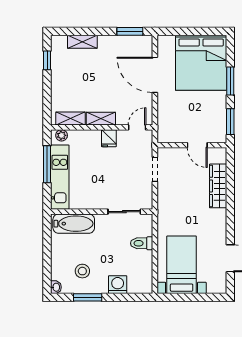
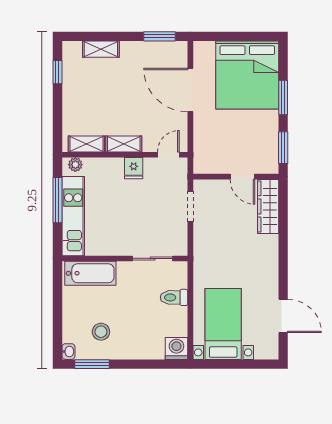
wardrobe: (218, 186) -> (268, 206), moved
washing machine: (118, 285) -> (176, 348), moved
window: (88, 297) -> (92, 364), moved

